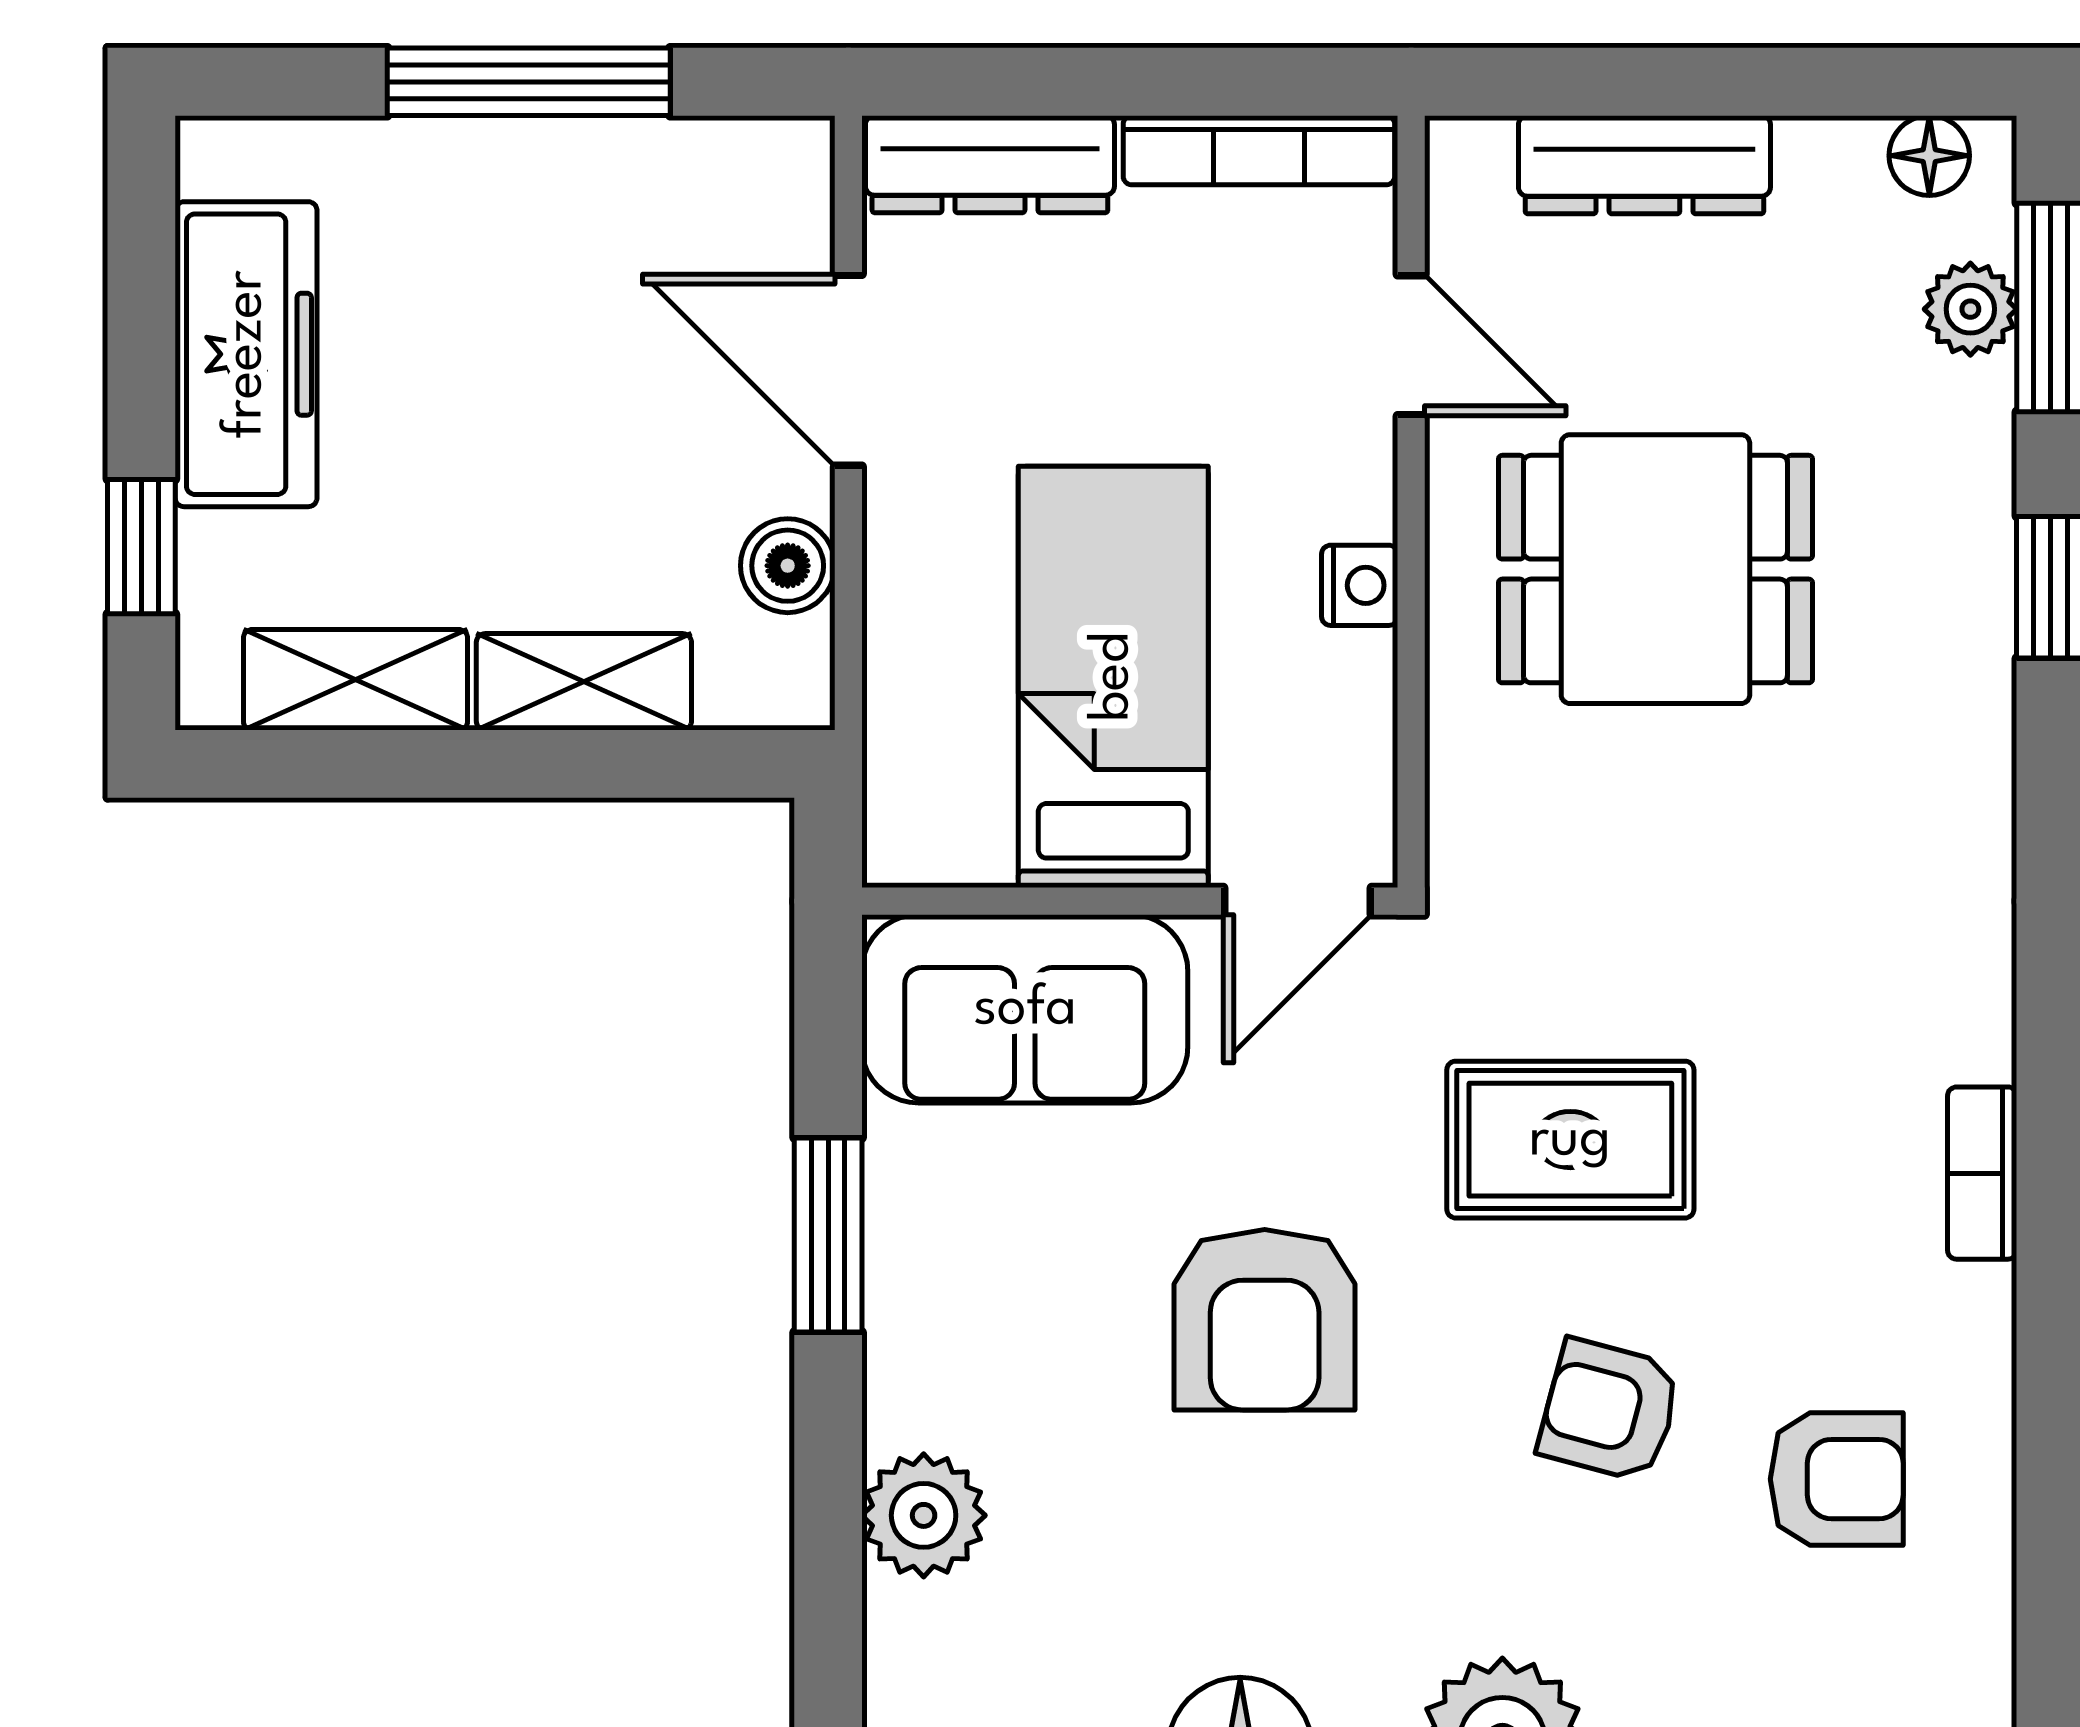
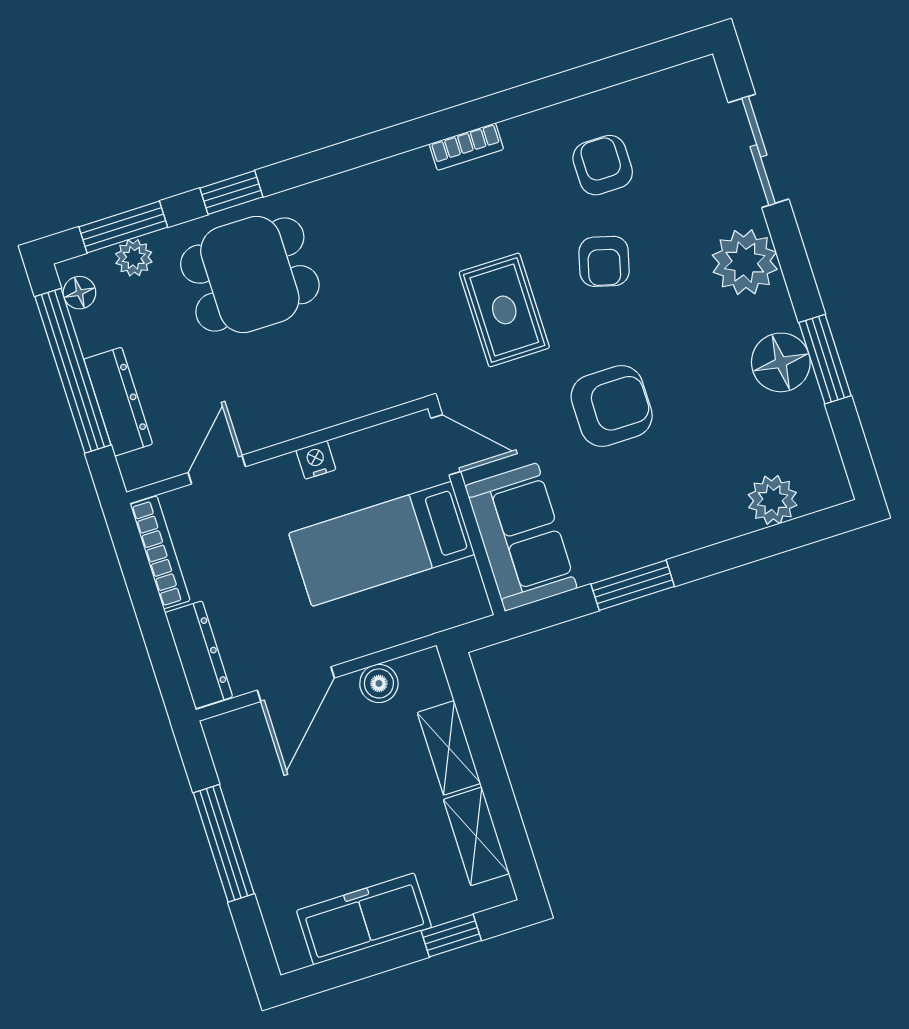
window: (1751, 82) -> (73, 371), added
dining table: (1655, 569) -> (250, 274), moved, turned 90
plant: (924, 1515) -> (773, 500), moved

